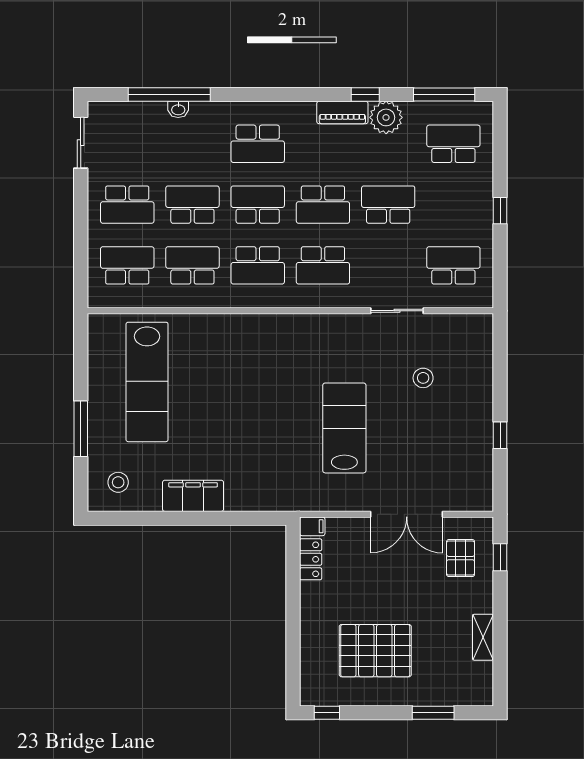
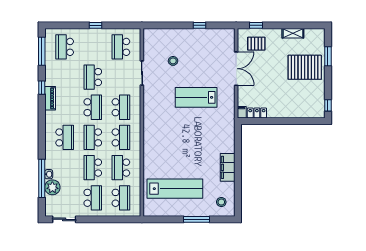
plant: (386, 117) -> (52, 187), moved
school desk: (127, 265) -> (121, 198), turned 180
pallet: (375, 651) -> (305, 67), moved, turned 90

